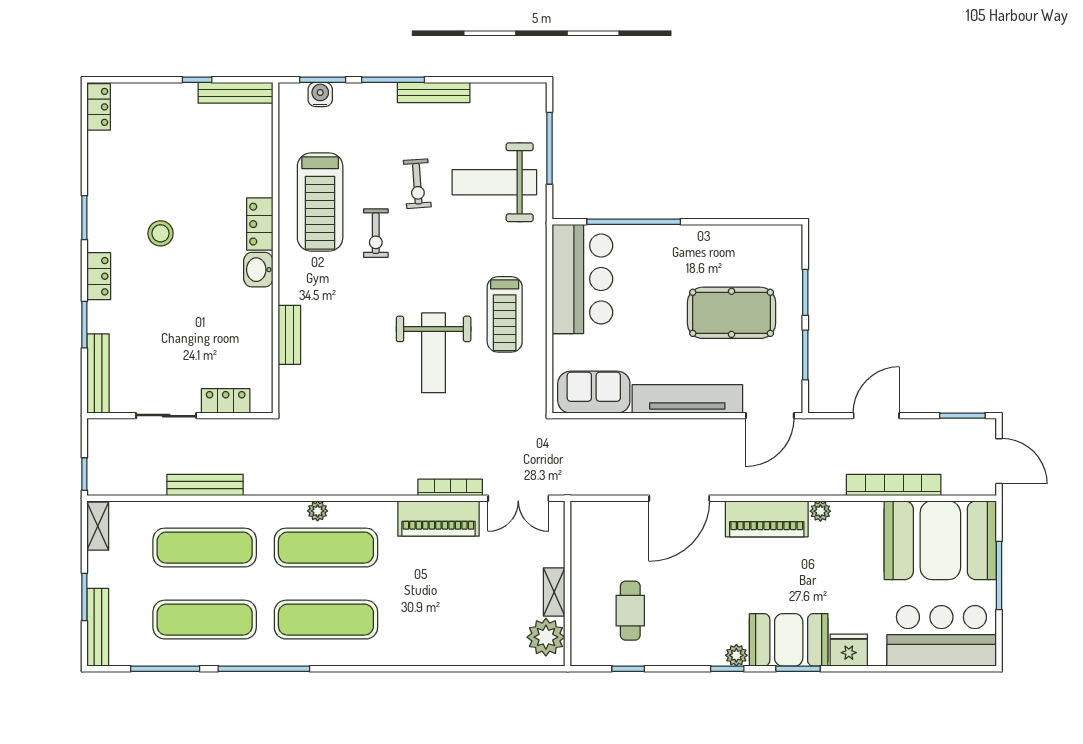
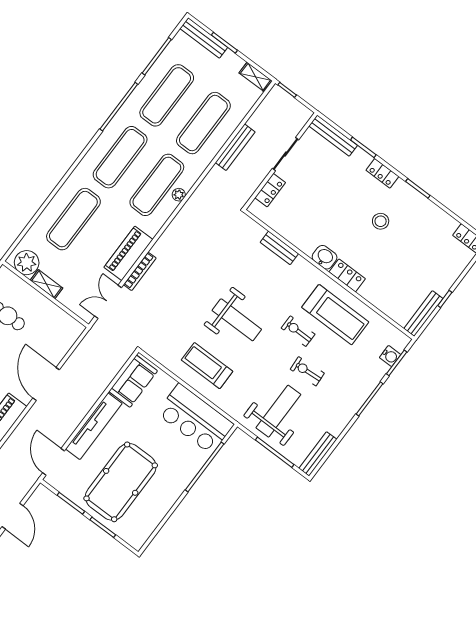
bench: (434, 92) -> (318, 454), moved
treadmill: (320, 202) -> (335, 315), turned 180
pool table: (732, 313) -> (121, 482), width x1.36, depth x1.32
weight bench: (434, 353) -> (237, 320), moved, turned 180
exercise mat: (447, 620) -> (73, 219), added

